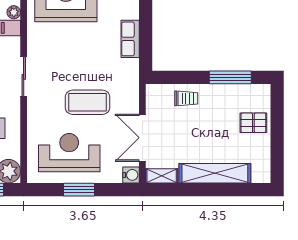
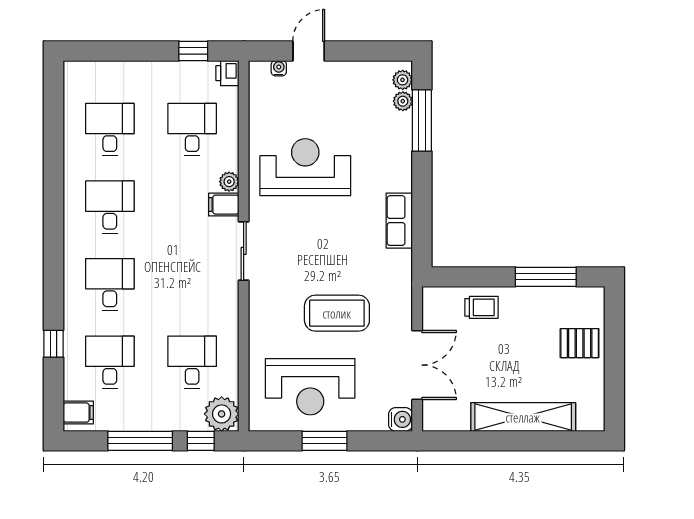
sliding door: (24, 77) -> (244, 251), moved
double door: (142, 138) -> (417, 365), swing flipped
reception desk: (69, 153) -> (310, 387), turned 180
shelving: (162, 176) -> (445, 421), removed

